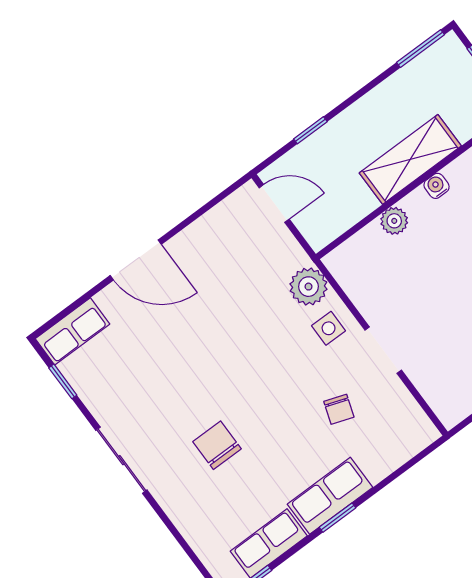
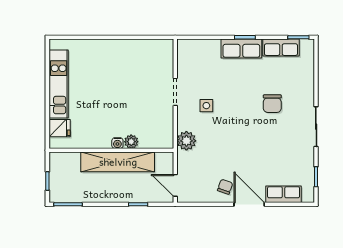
shelving: (410, 159) -> (118, 162), width x1.47
water cooler: (437, 186) -> (117, 143), moved
side table: (329, 328) -> (206, 106), moved
row of seats: (73, 331) -> (284, 194), moved
chair: (339, 409) -> (225, 187), moved

